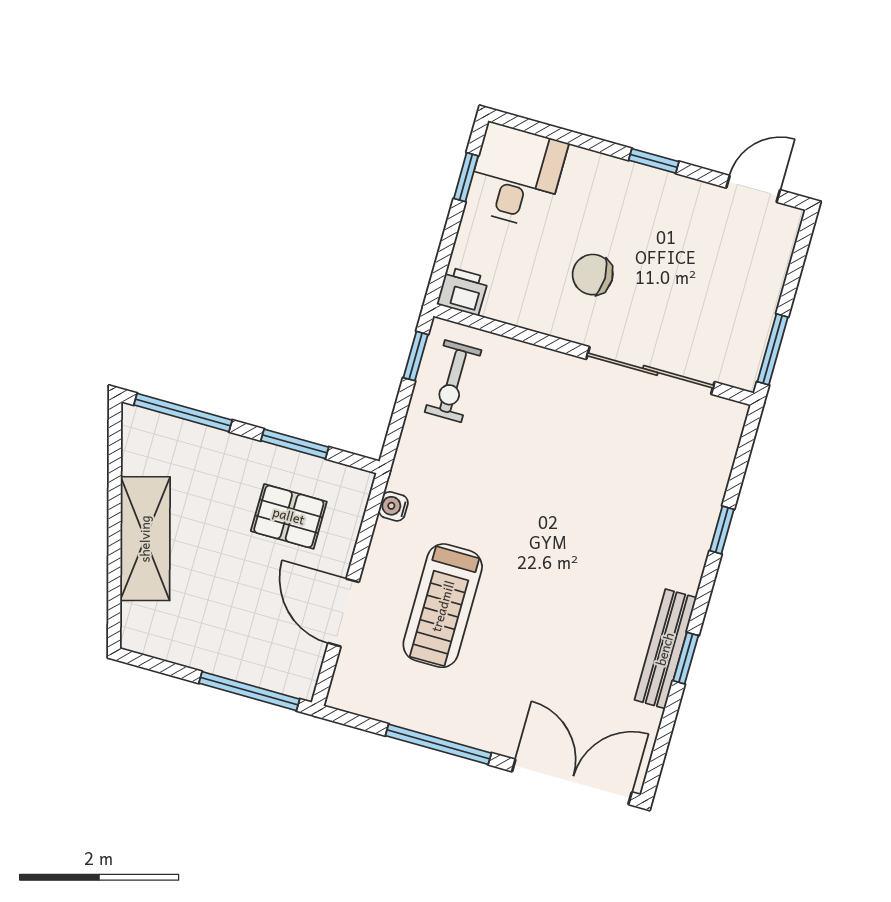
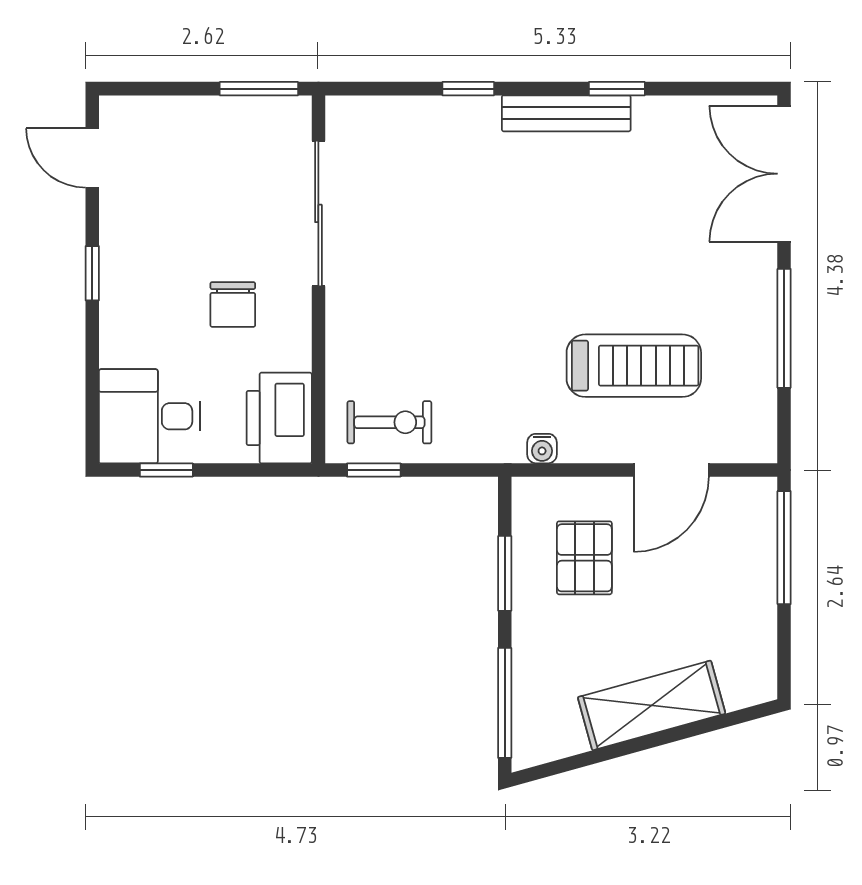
printer: (463, 291) -> (279, 418), width x1.87, depth x1.48
bench: (665, 649) -> (566, 113), moved

